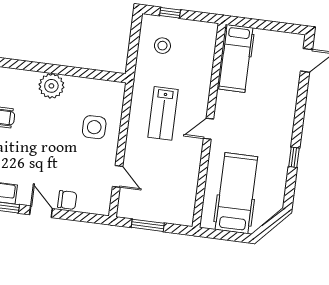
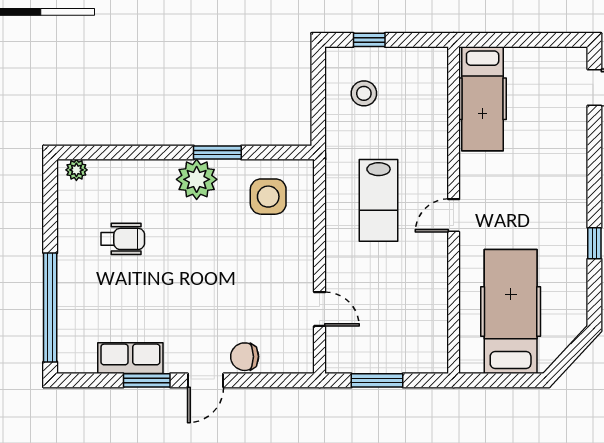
window: (67, 71) -> (217, 153), added
side table: (94, 127) -> (268, 197), moved
chair: (67, 200) -> (245, 357), turned 180
door: (41, 212) -> (206, 380), swing flipped

